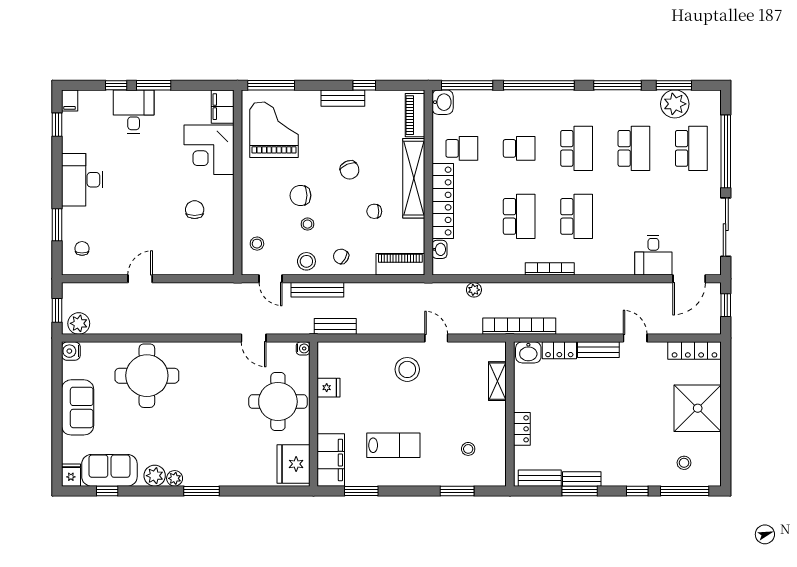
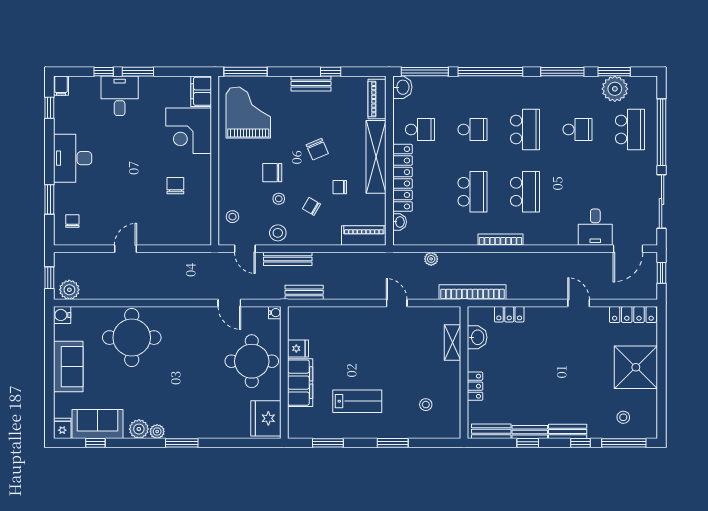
school desk: (634, 148) -> (577, 130), width x0.54
chair: (341, 256) -> (311, 206), moved
bench: (598, 350) -> (568, 431), moved
washbasin: (528, 352) -> (477, 337), moved, turned -90
stool: (407, 369) -> (370, 332), removed
filing cabinet: (331, 460) -> (300, 383), moved
window: (457, 491) -> (393, 443), moved
window: (580, 491) -> (528, 443), width x0.67

